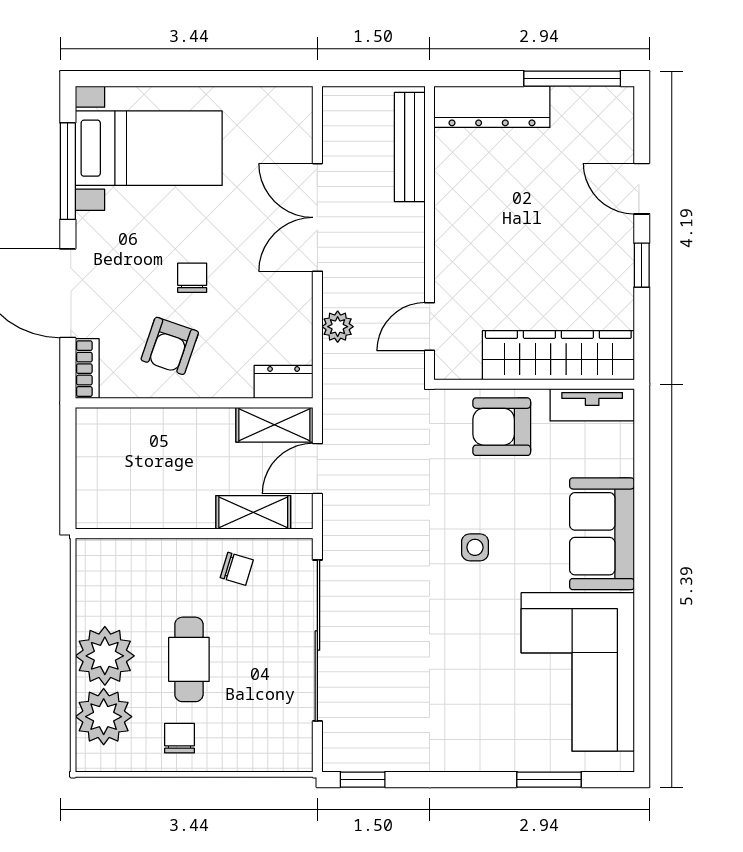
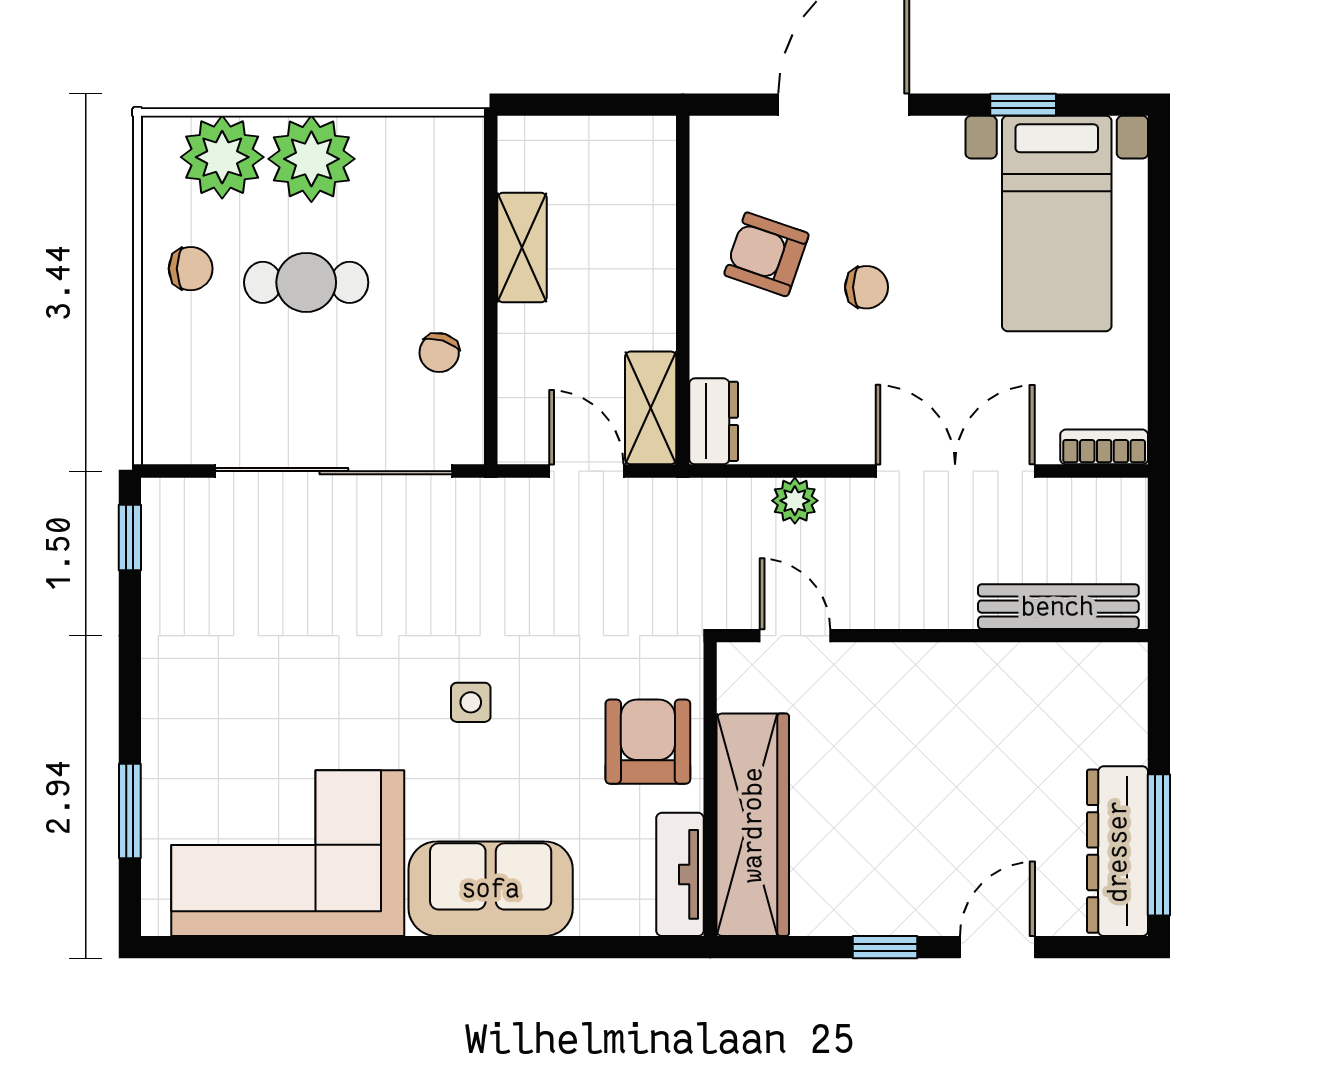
dresser: (492, 107) -> (1118, 851), moved
window: (68, 171) -> (1023, 105), width x0.46
bookcase: (87, 369) -> (1104, 447), moved, turned 180
shelving: (253, 512) -> (522, 248), moved

